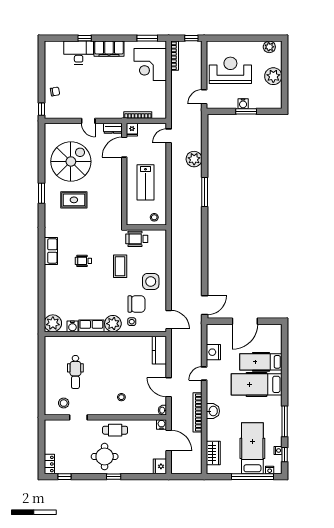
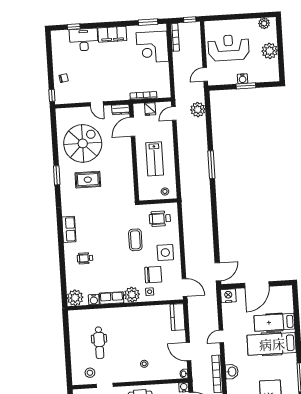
window: (85, 38) -> (74, 27), moved
fridge: (132, 130) -> (150, 109), moved
plant: (194, 159) -> (198, 110), moved
wheelchair: (137, 239) -> (160, 219), moved
wheelchair: (83, 261) -> (85, 258), moved
nightstand: (213, 352) -> (228, 296), moved, turned 90

